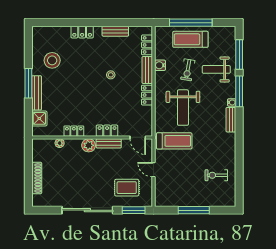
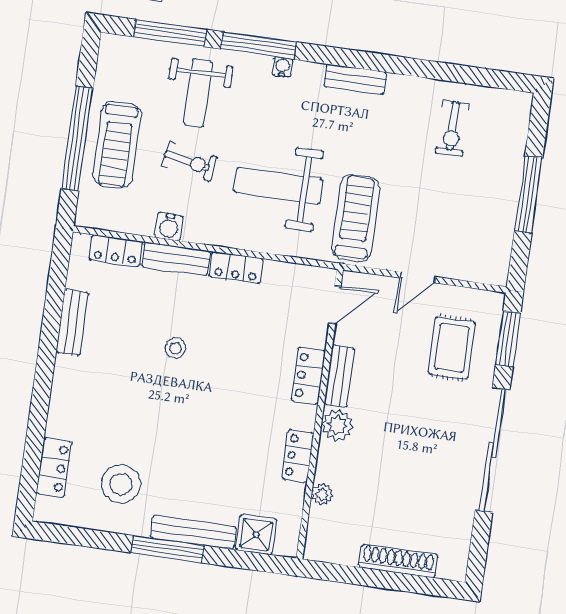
locker: (82, 32) -> (54, 468), moved
weight bench: (183, 108) -> (278, 186), turned 180
bench: (231, 120) -> (355, 79), moved

